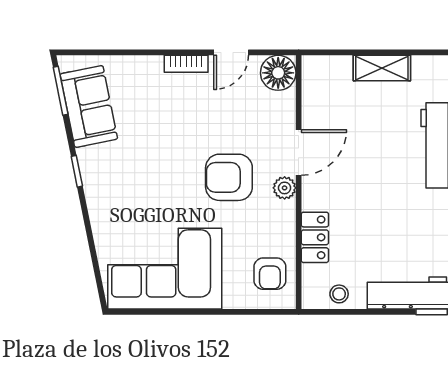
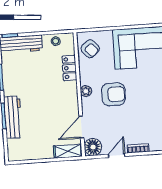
shelving: (382, 68) -> (68, 151), moved
door: (299, 152) -> (82, 127), moved
armchair: (270, 274) -> (90, 49), turned 138

